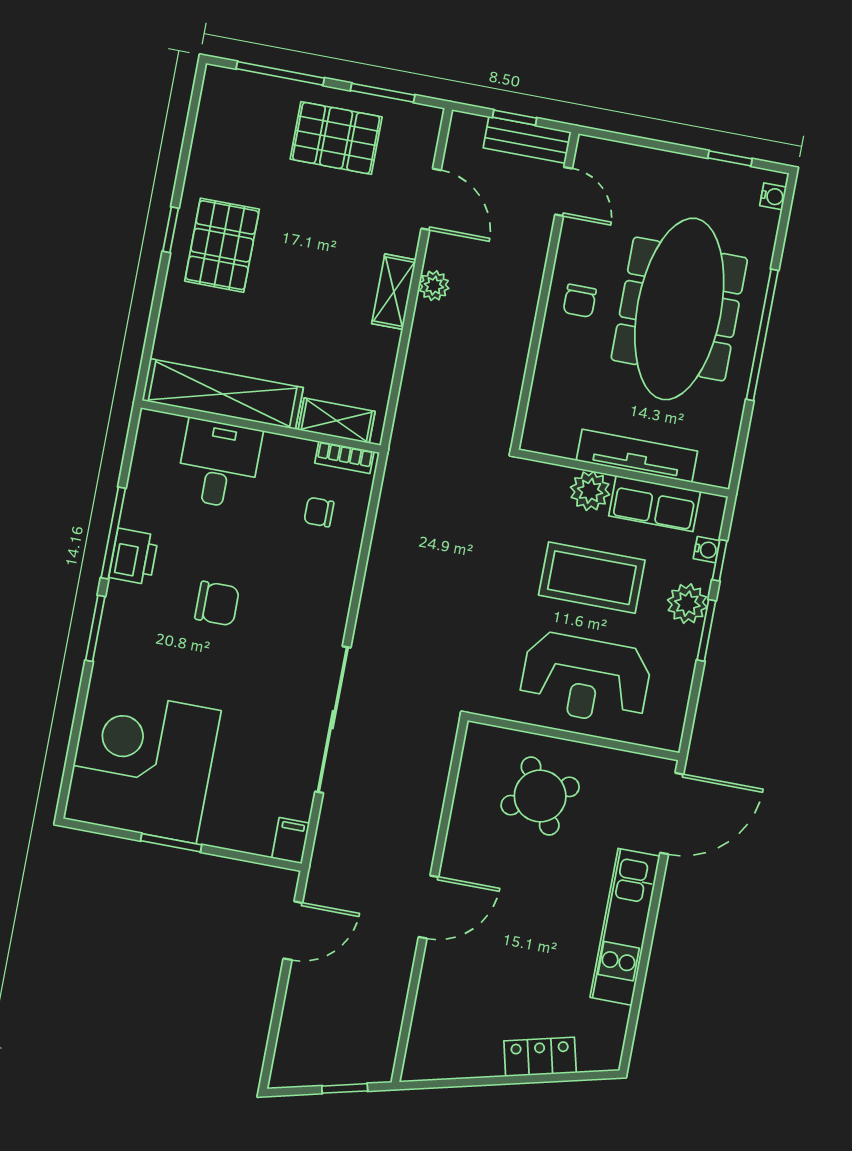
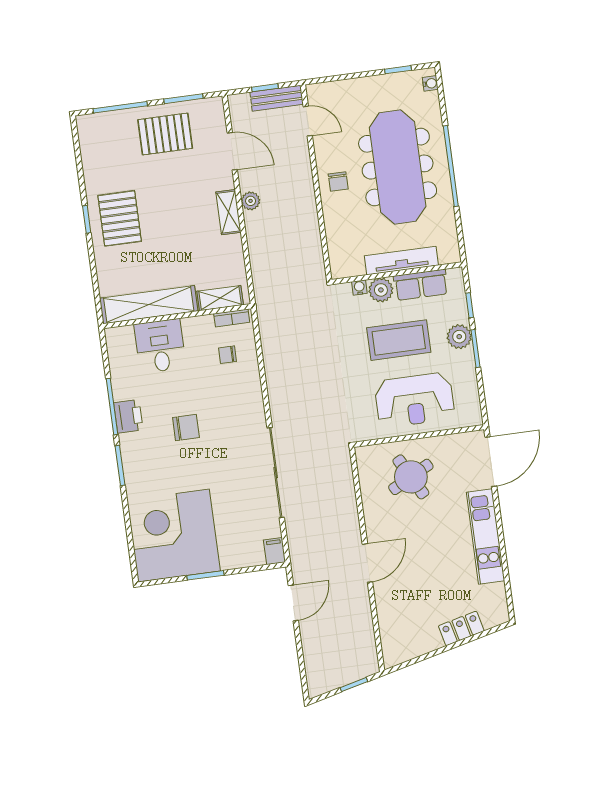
water cooler: (706, 550) -> (359, 287), moved, turned -90

